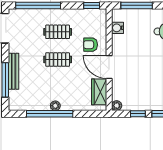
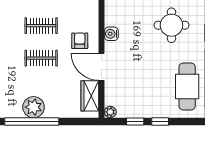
water cooler: (118, 28) -> (111, 34), moved
armchair: (91, 45) -> (80, 41), turned 90
plant: (55, 106) -> (34, 107), width x1.88, depth x1.88

